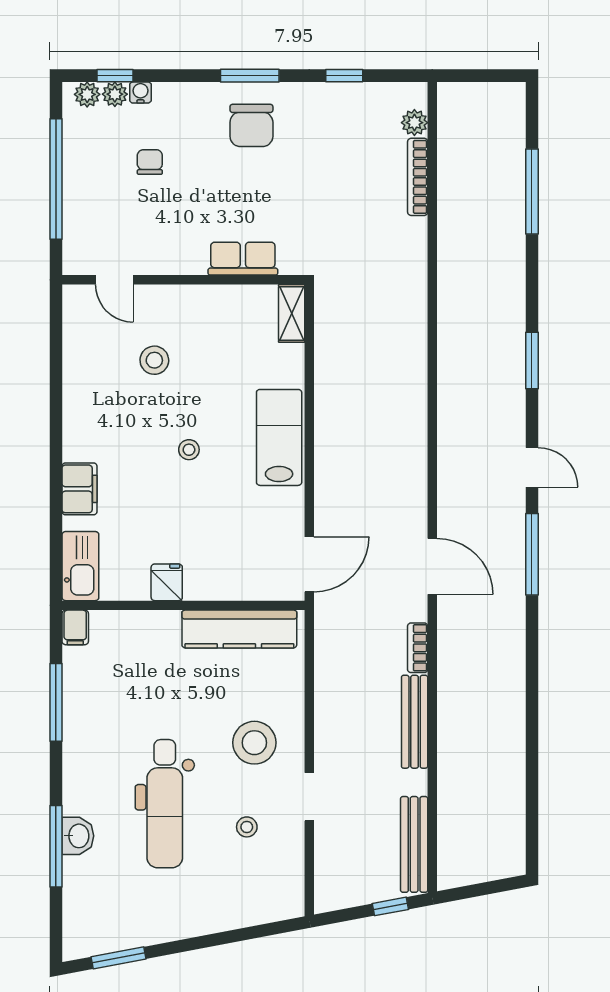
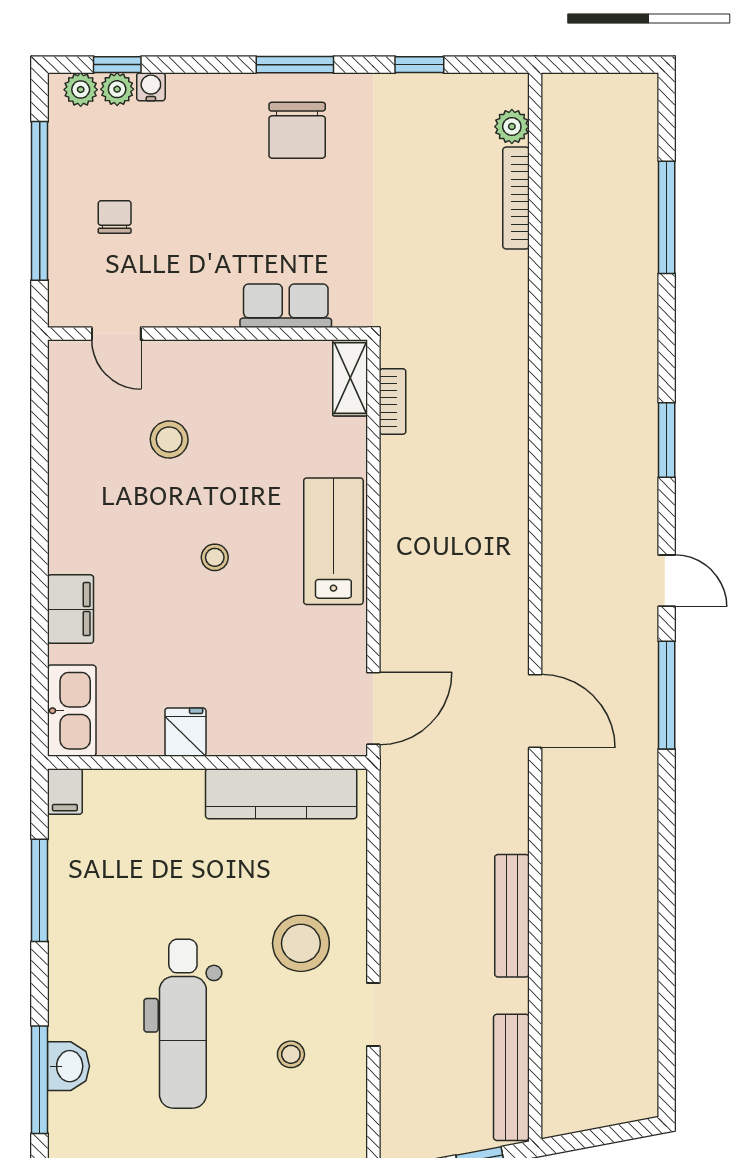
chair: (150, 162) -> (115, 217), moved
bookcase: (418, 648) -> (393, 401), moved, turned 180

